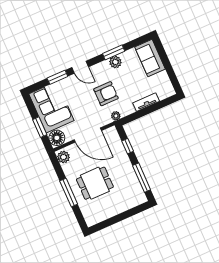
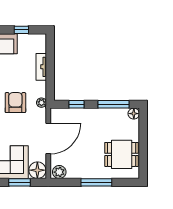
window: (170, 71) -> (21, 30), added
dining table: (95, 183) -> (122, 154), moved, turned 90
floor lamp: (141, 198) -> (134, 114), added

